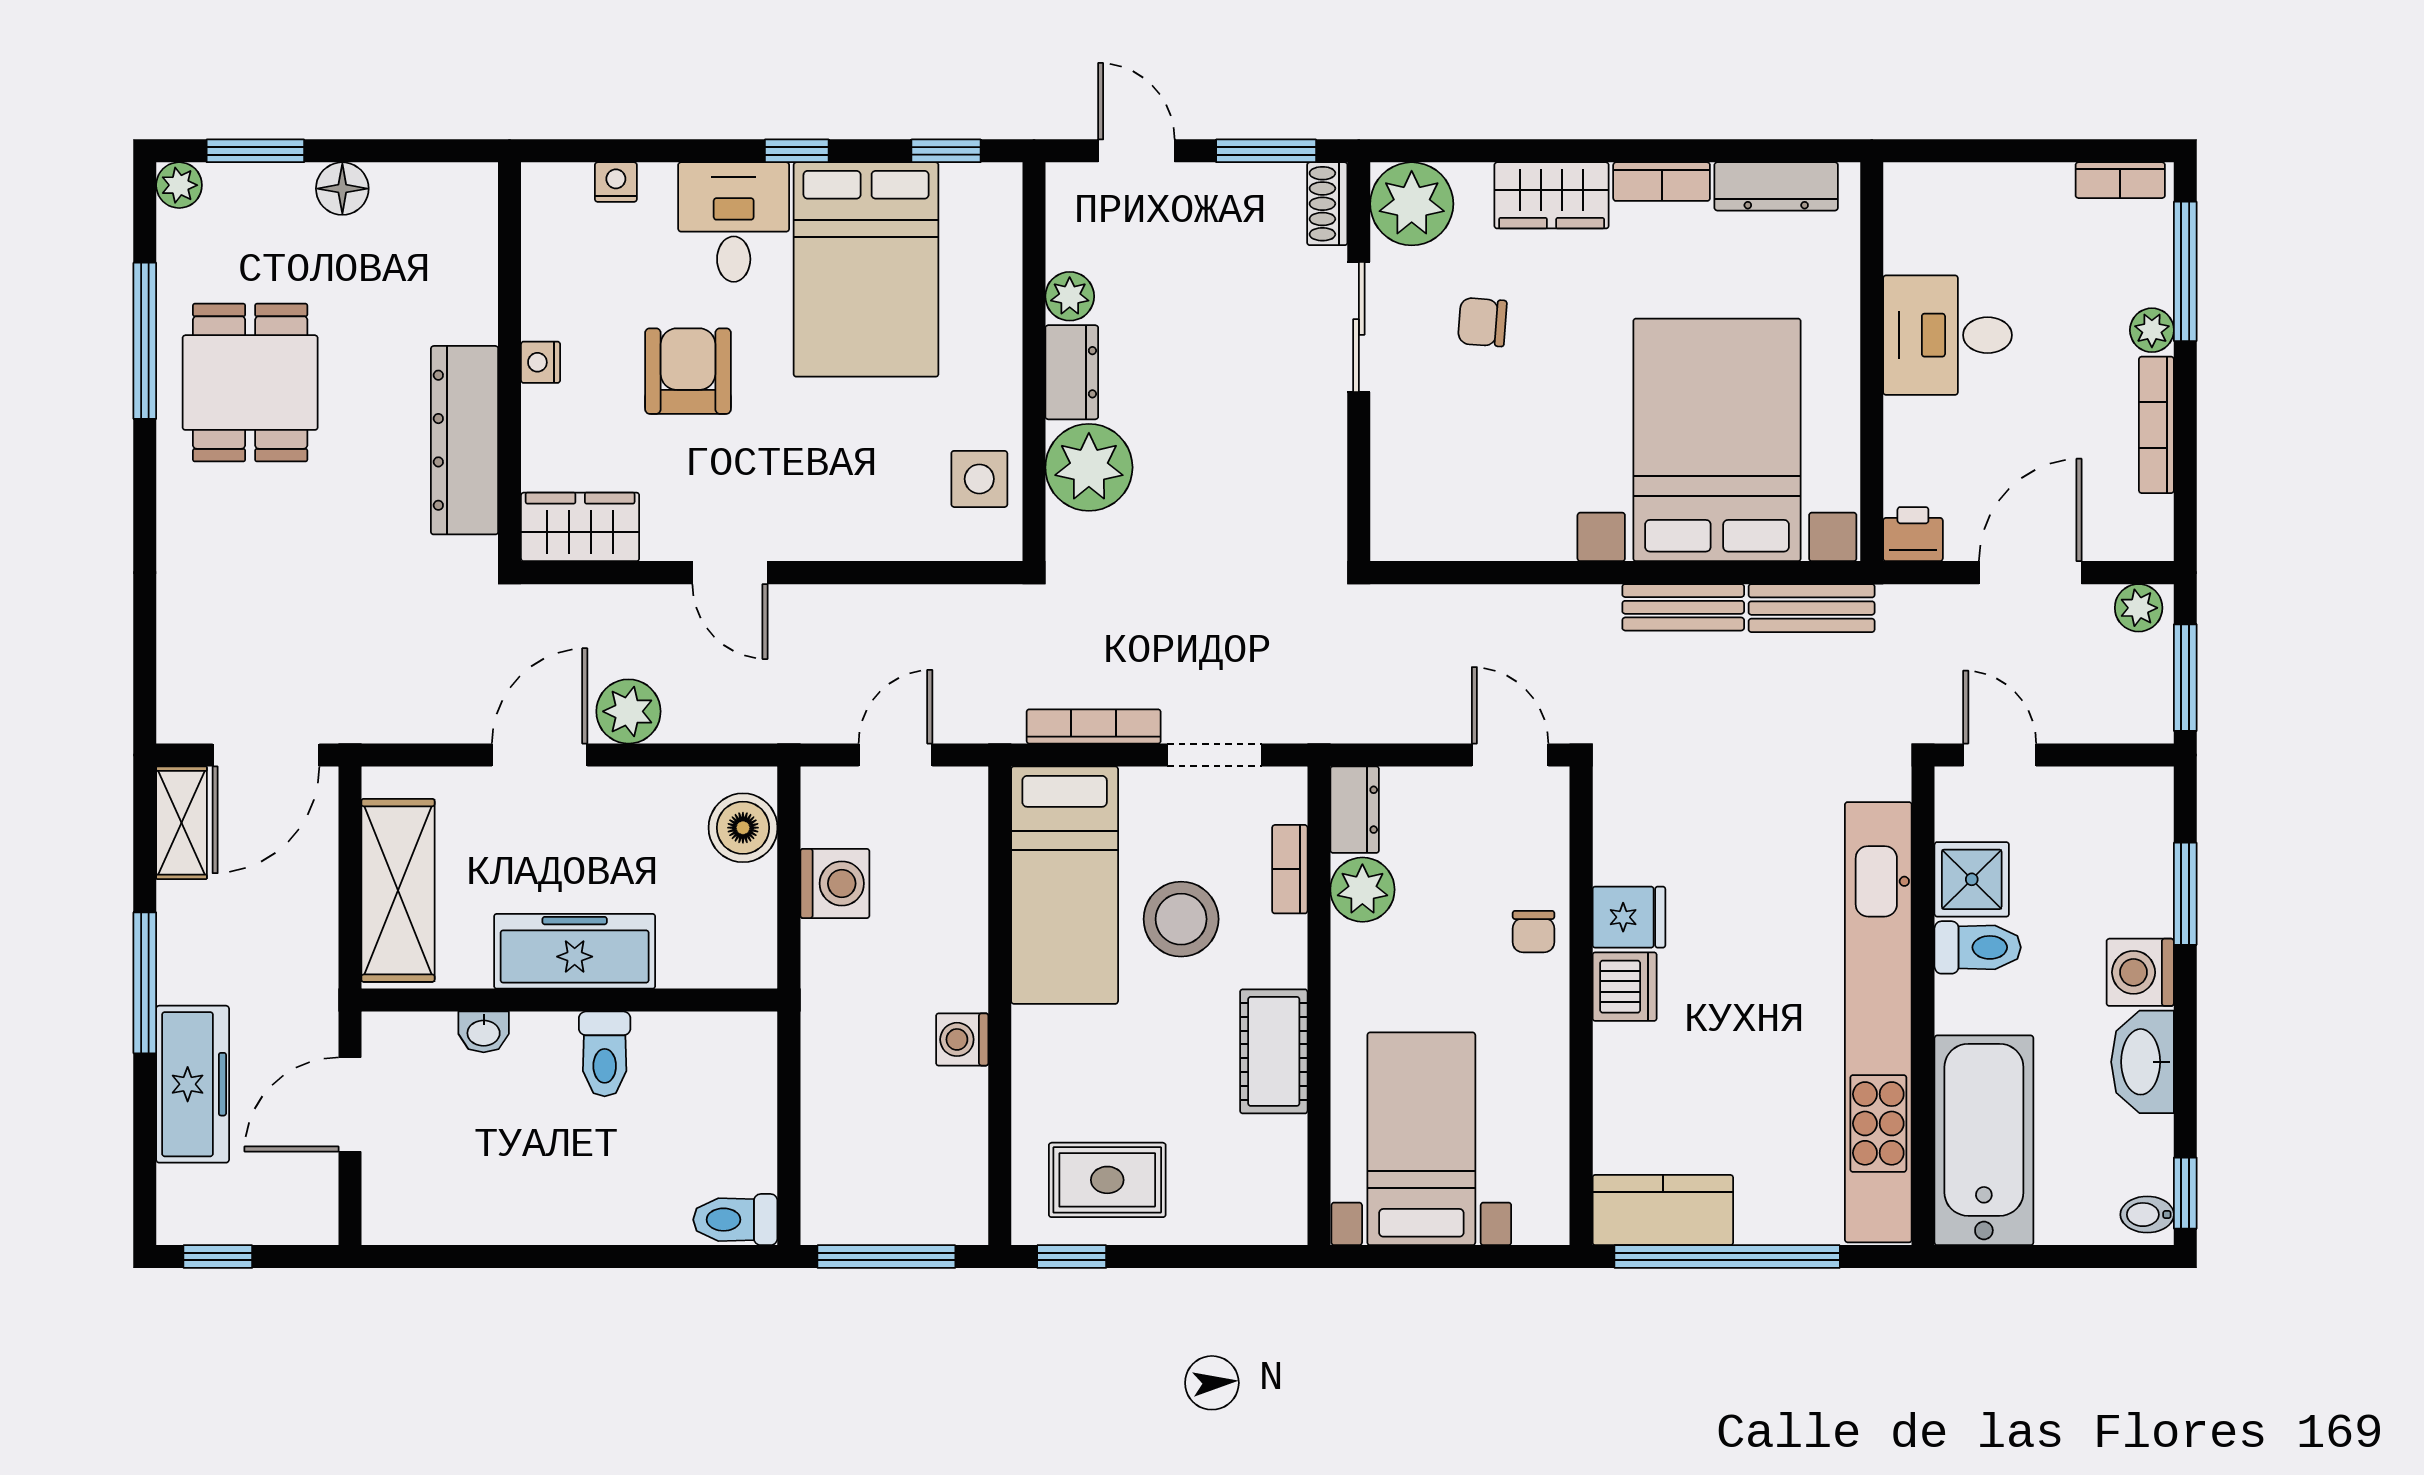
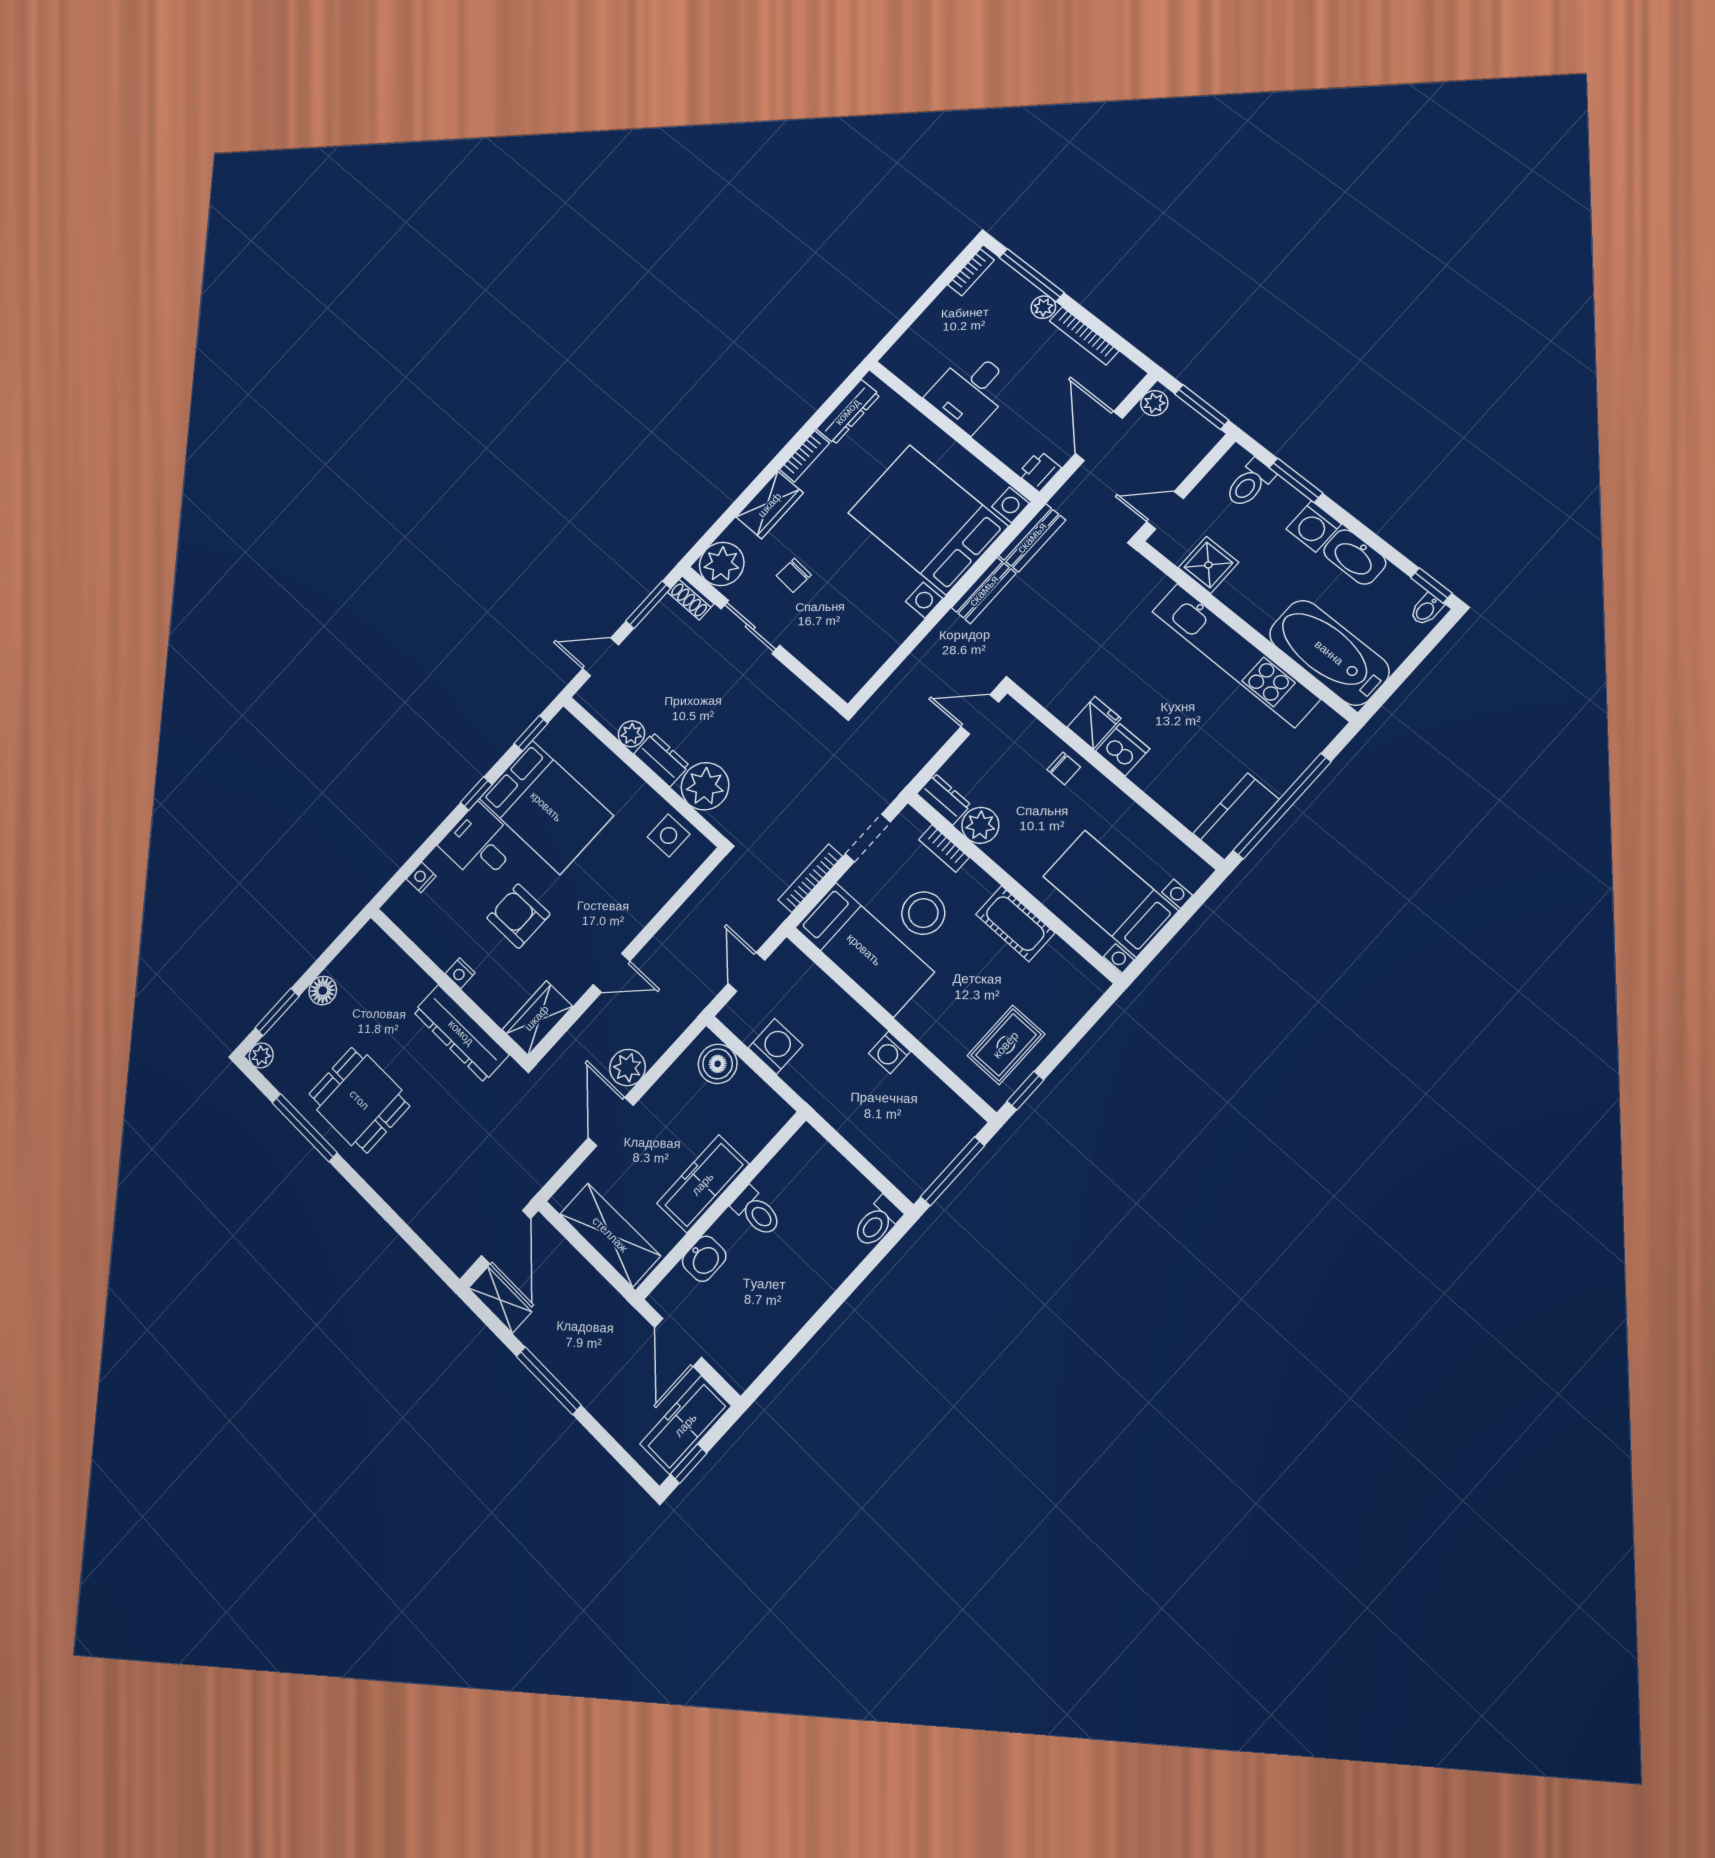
toilet: (1978, 947) -> (1250, 483), moved, turned 180
kitchen unit: (1878, 1022) -> (1236, 655), width x0.73
washbasin: (484, 1032) -> (704, 1259), width x1.38, depth x1.45
freezer: (193, 1084) -> (686, 1425), moved, turned -90

